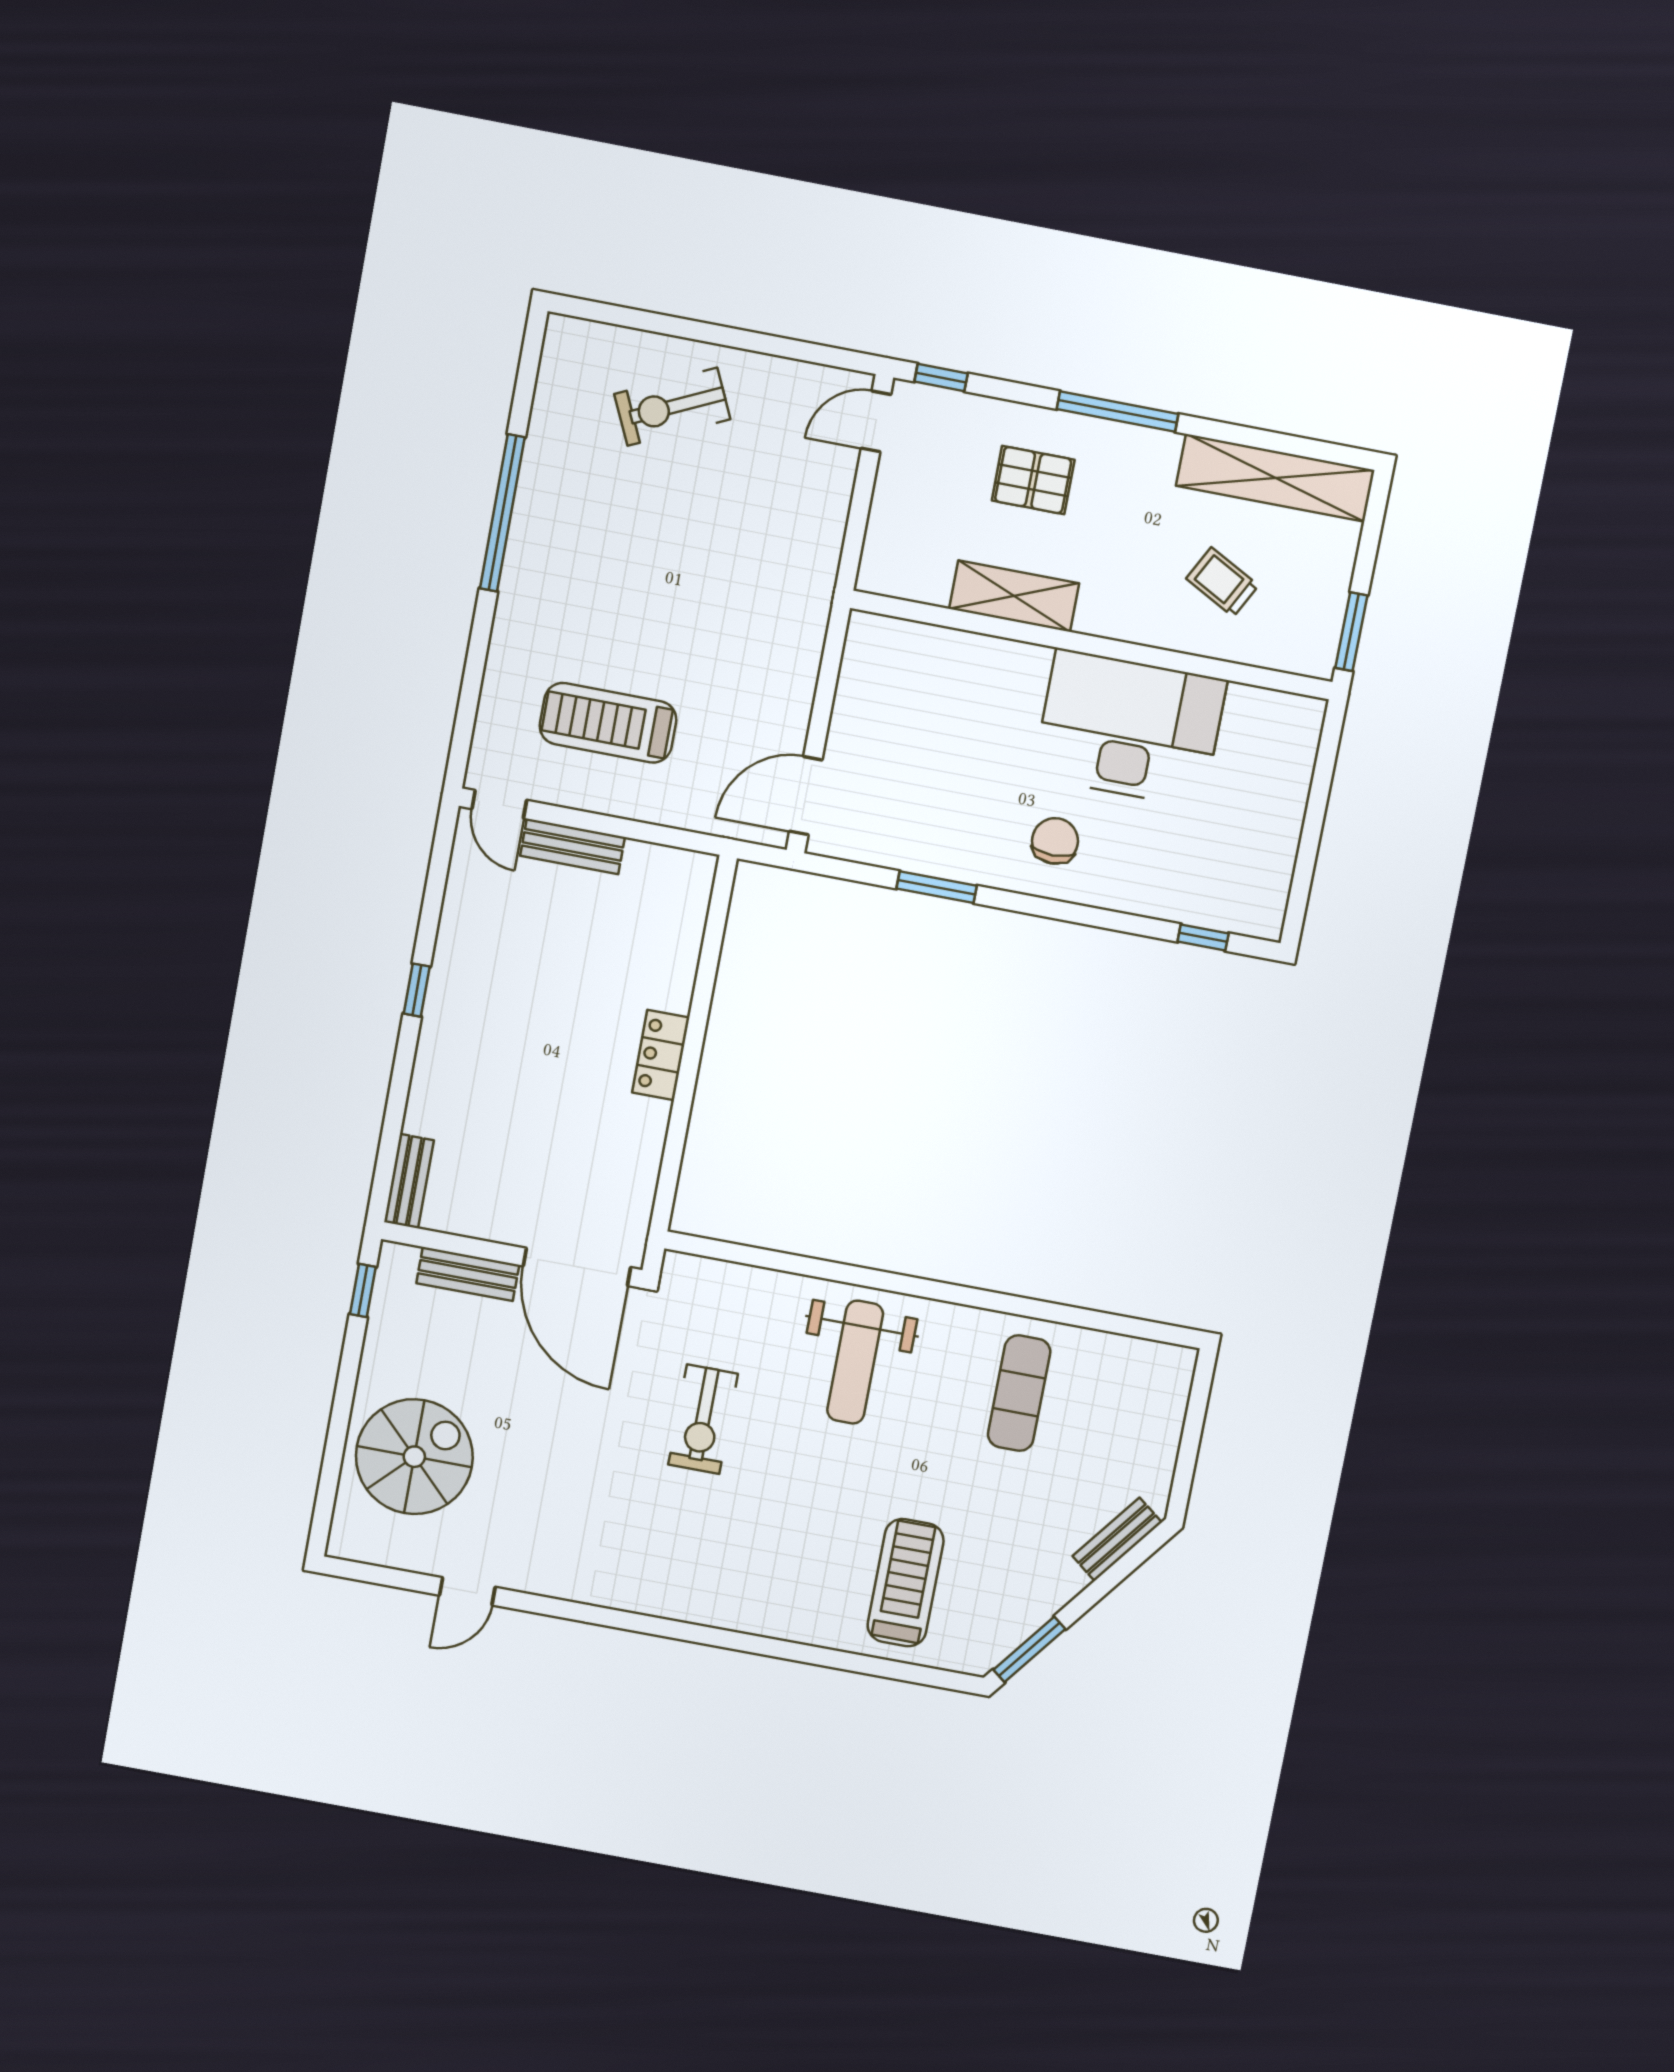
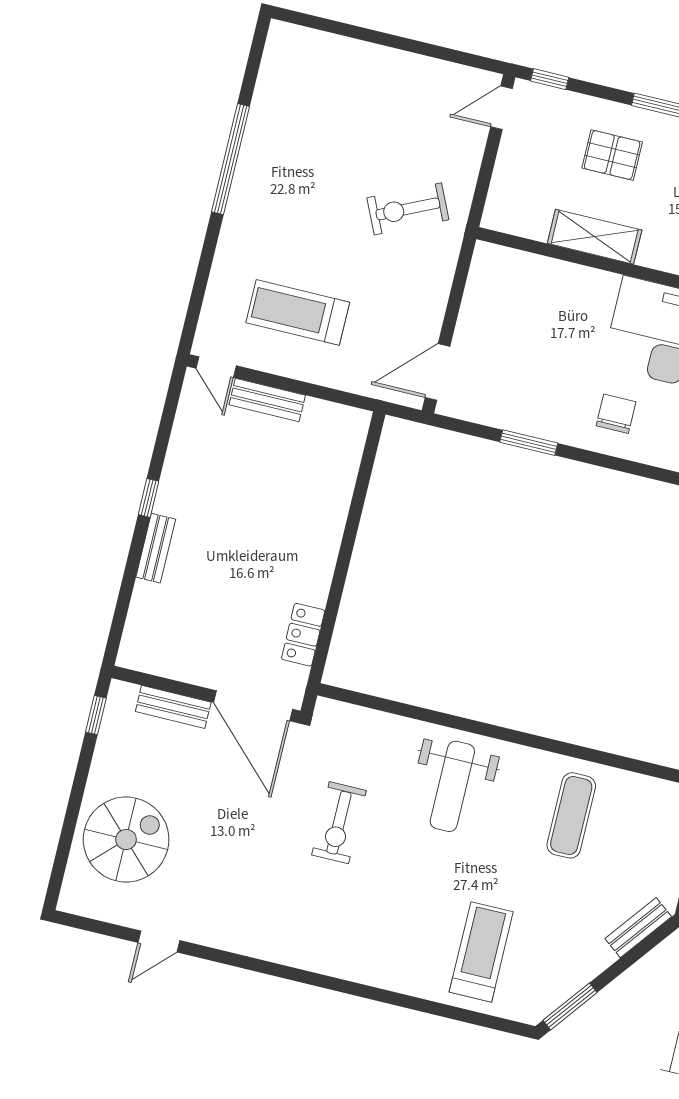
exercise bike: (672, 407) -> (408, 209), moved
locker: (661, 1055) -> (303, 635), moved
bench: (409, 1181) -> (156, 548), moved

